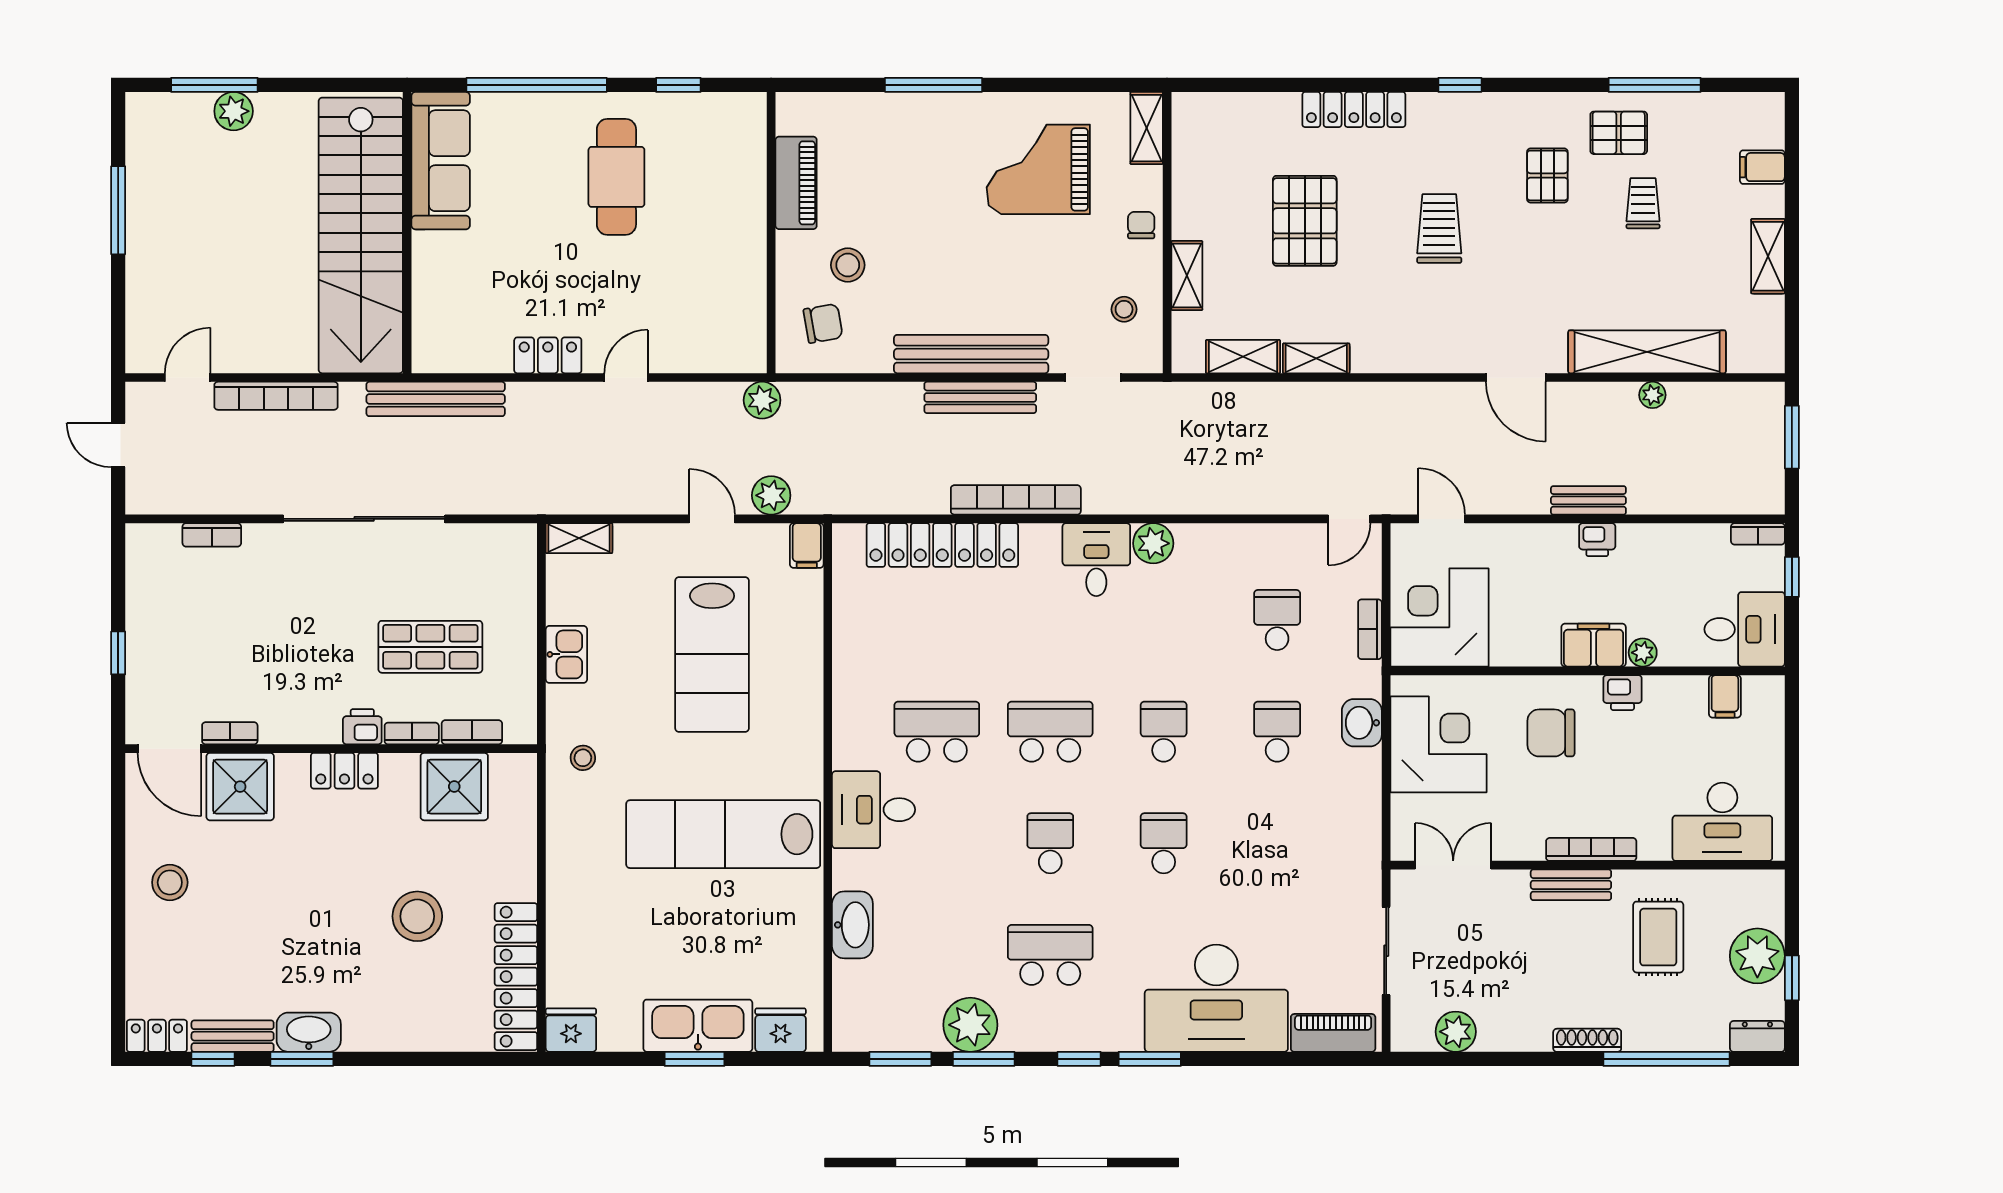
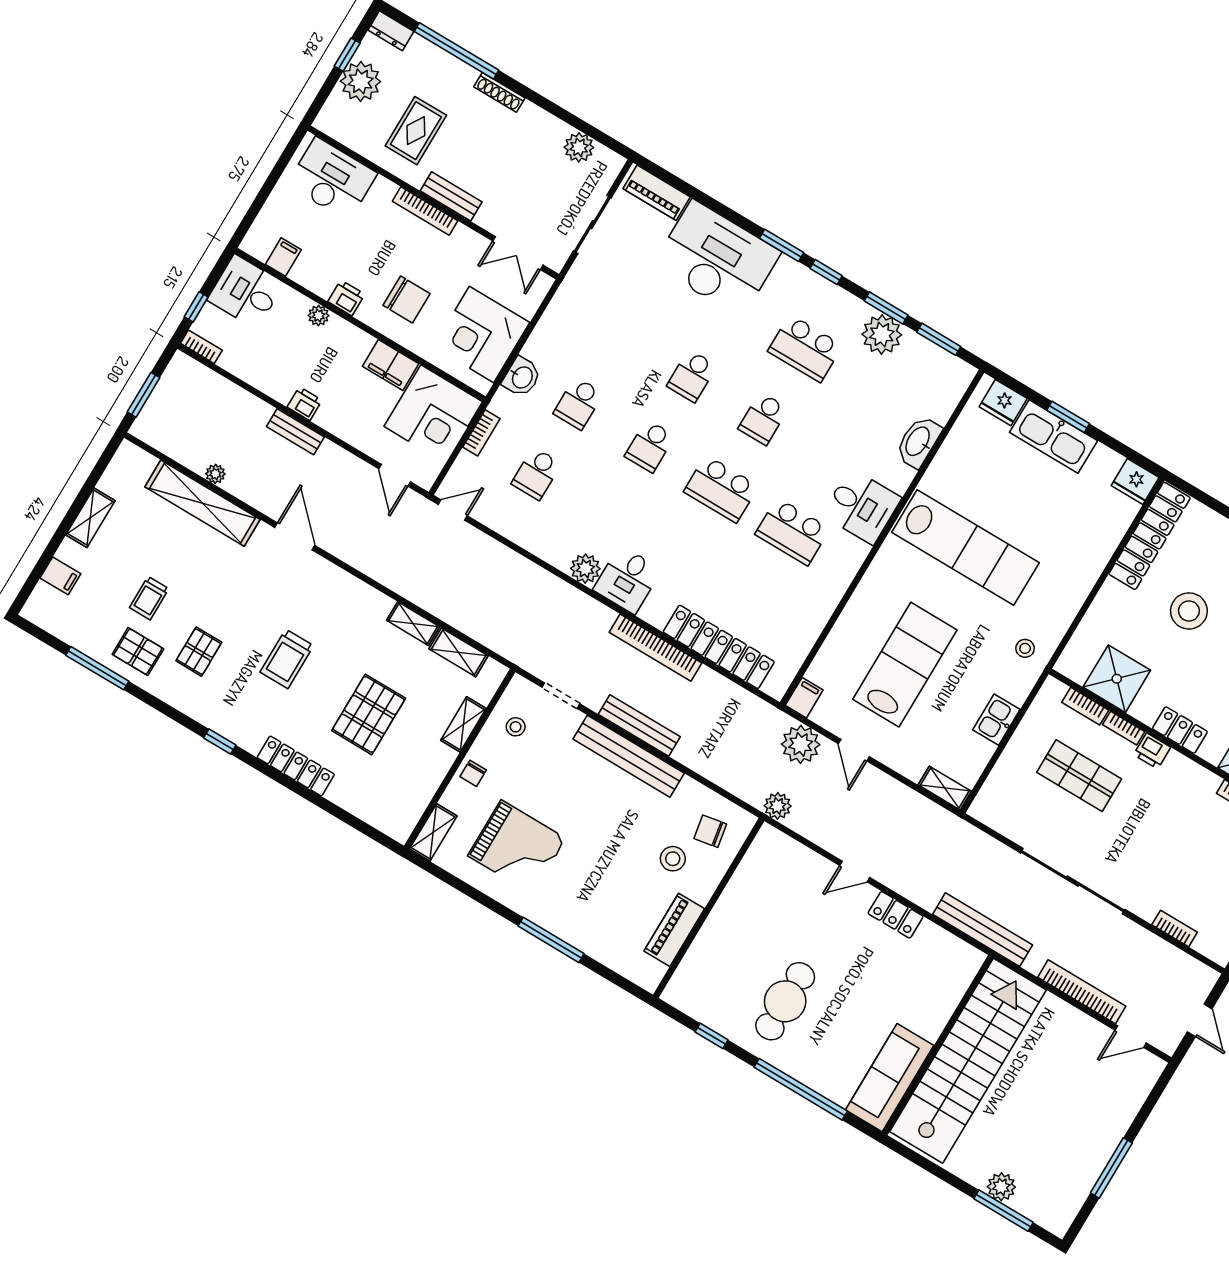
plant: (771, 495) -> (801, 744), width x1.36, depth x1.36
filing cabinet: (1594, 645) -> (391, 365), moved

